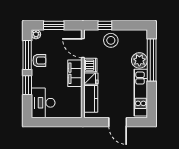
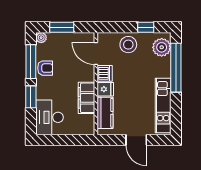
window: (105, 25) -> (146, 27), moved
plant: (139, 60) -> (162, 47), moved
filing cabinet: (75, 73) -> (86, 98), moved

